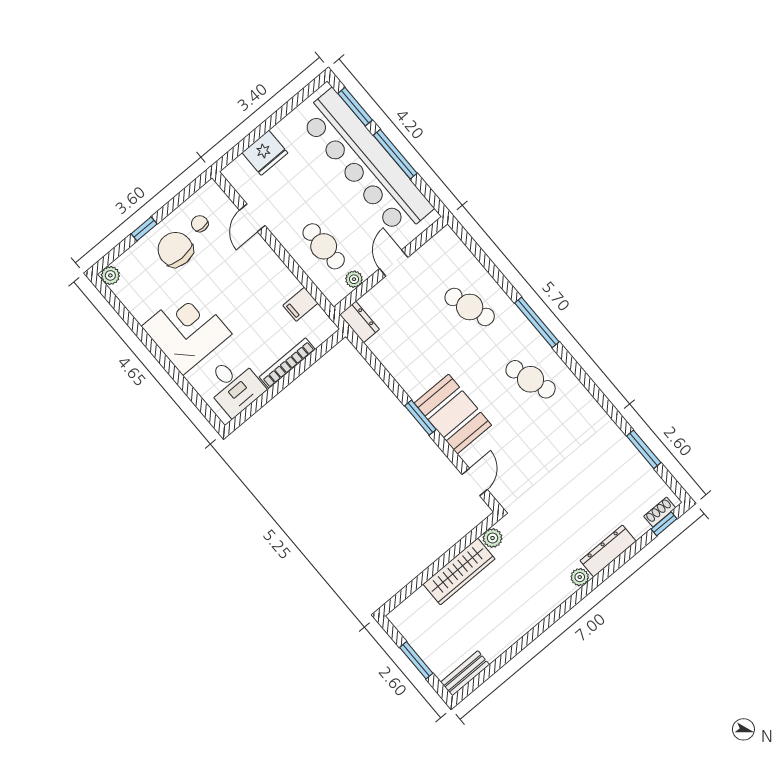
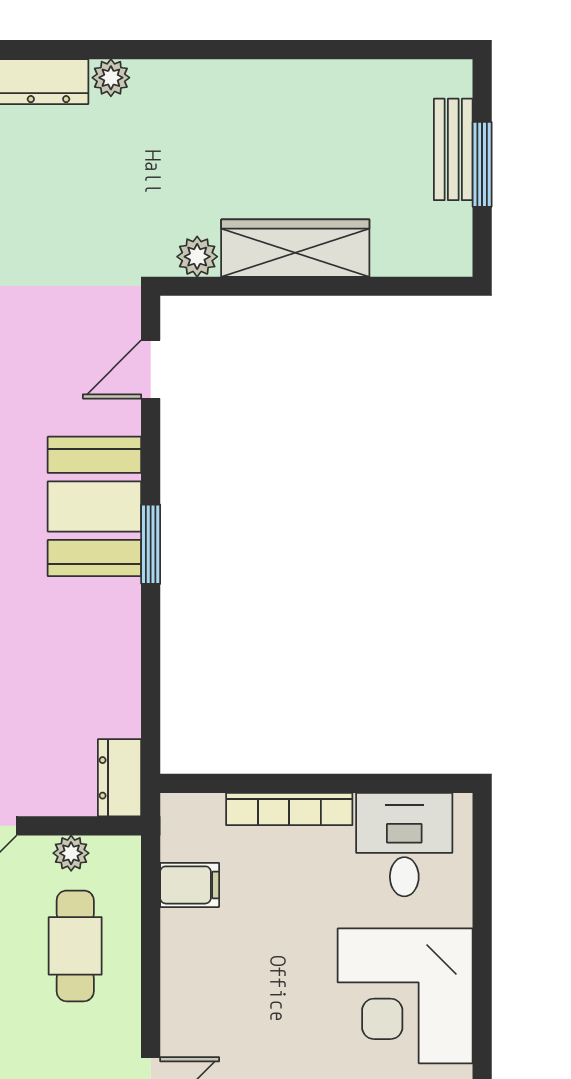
bench: (465, 673) -> (453, 149), moved, turned 90

